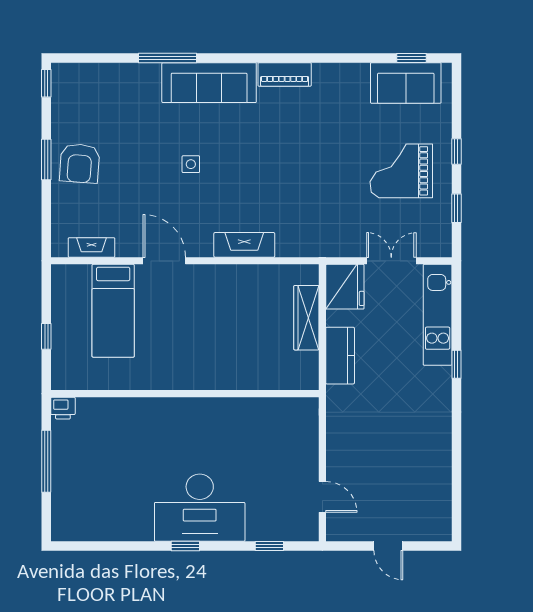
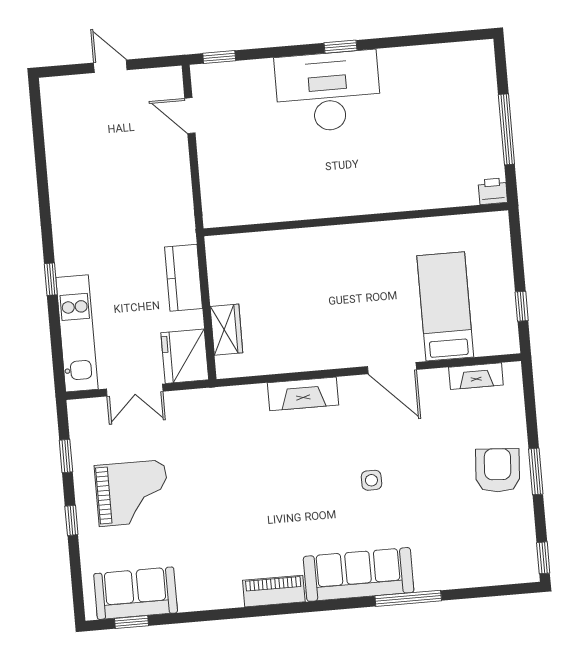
wardrobe: (306, 318) -> (226, 330), width x0.67
window: (46, 336) -> (522, 306), moved
window: (269, 546) -> (219, 57), moved

